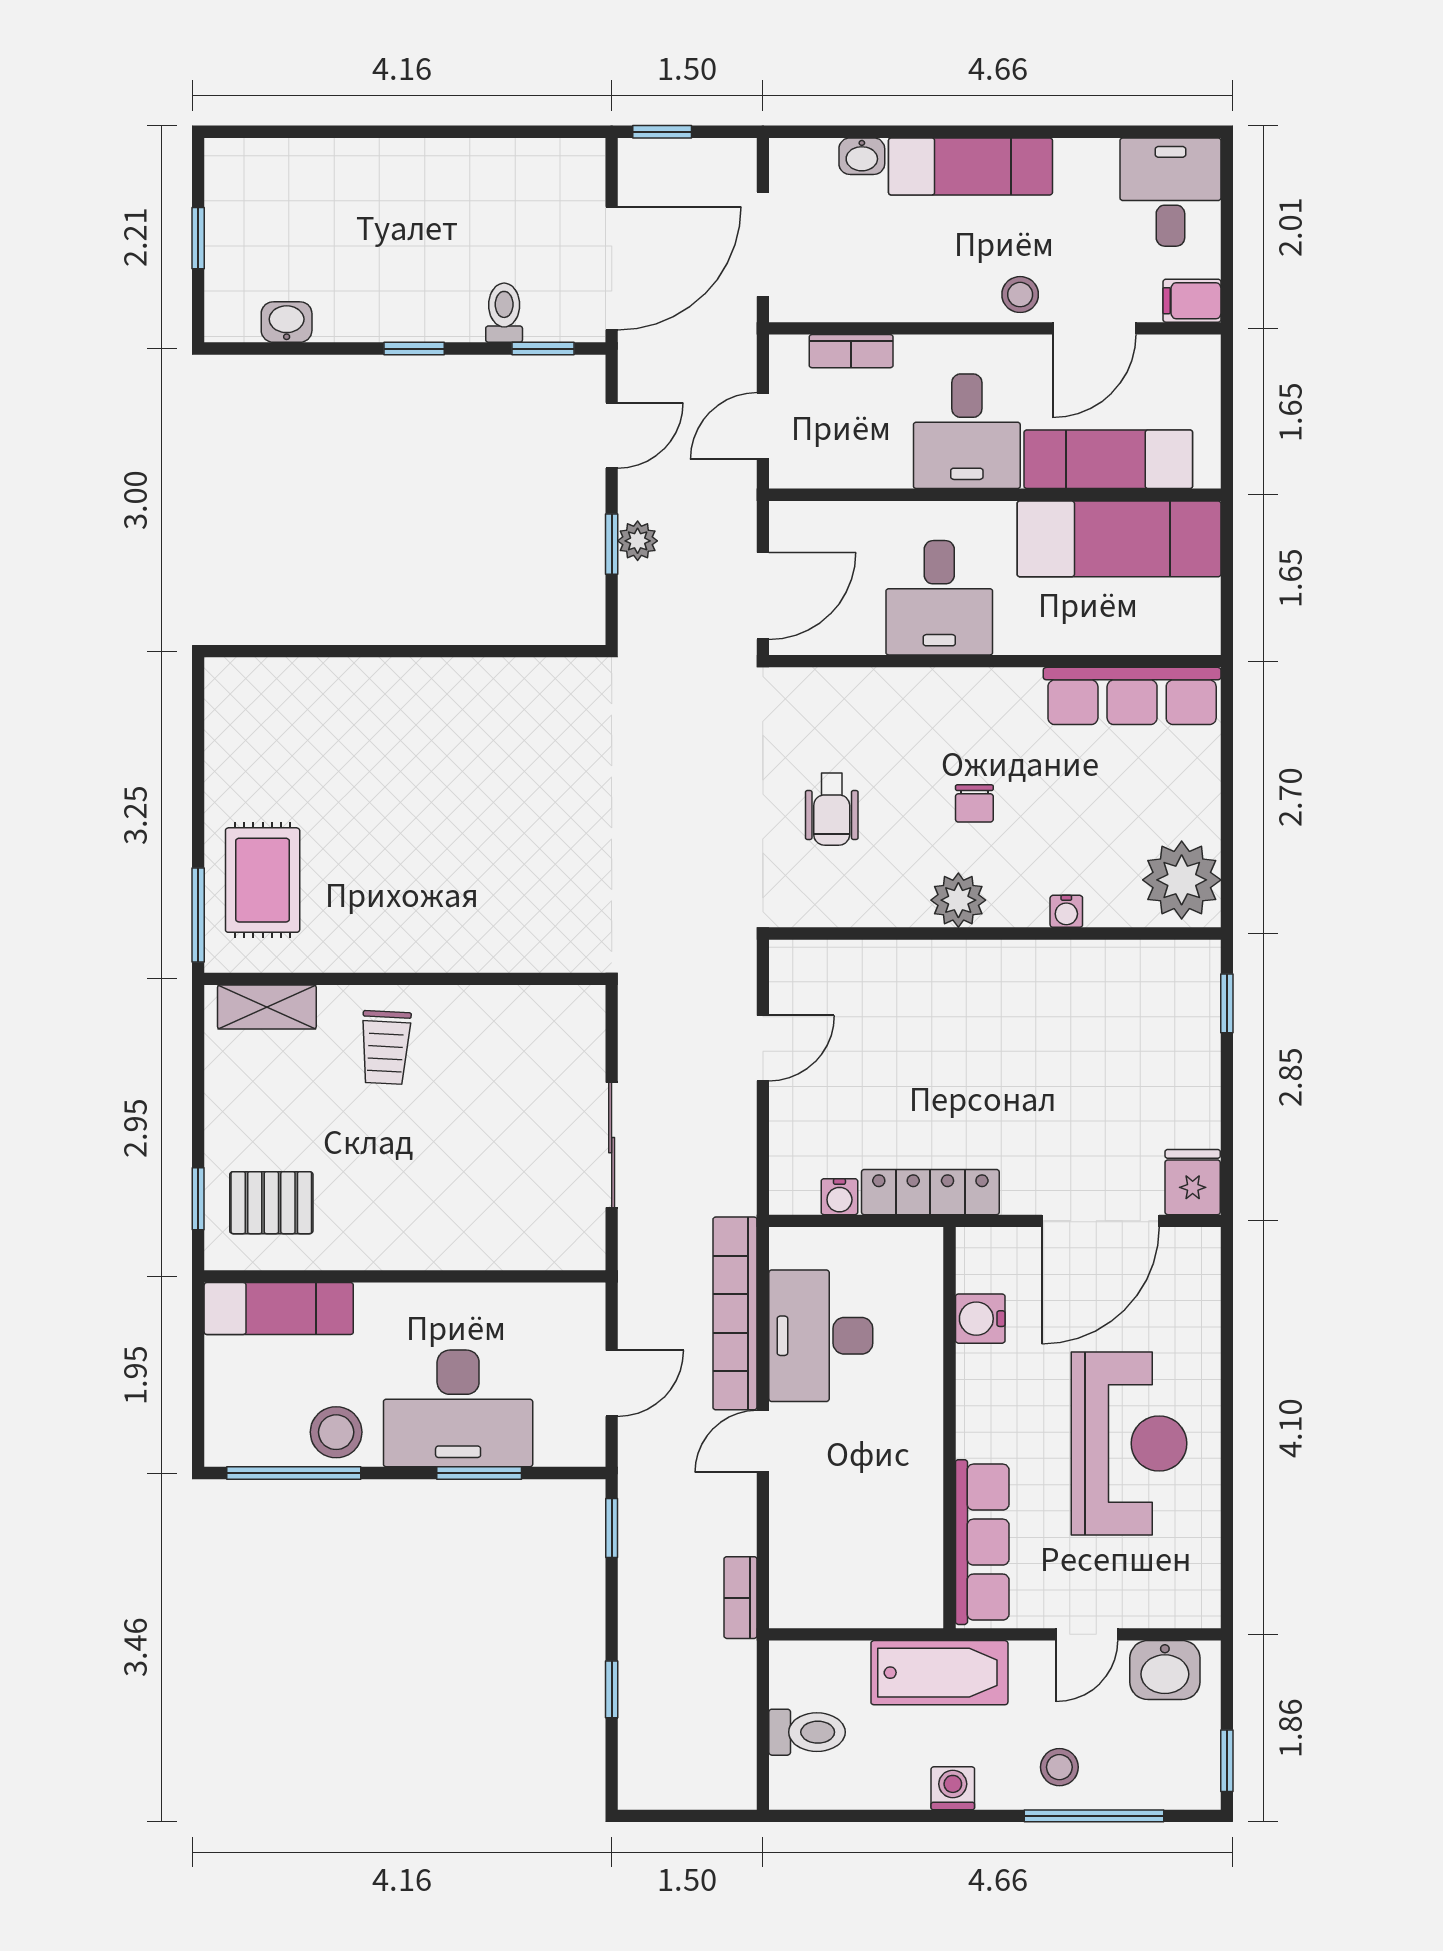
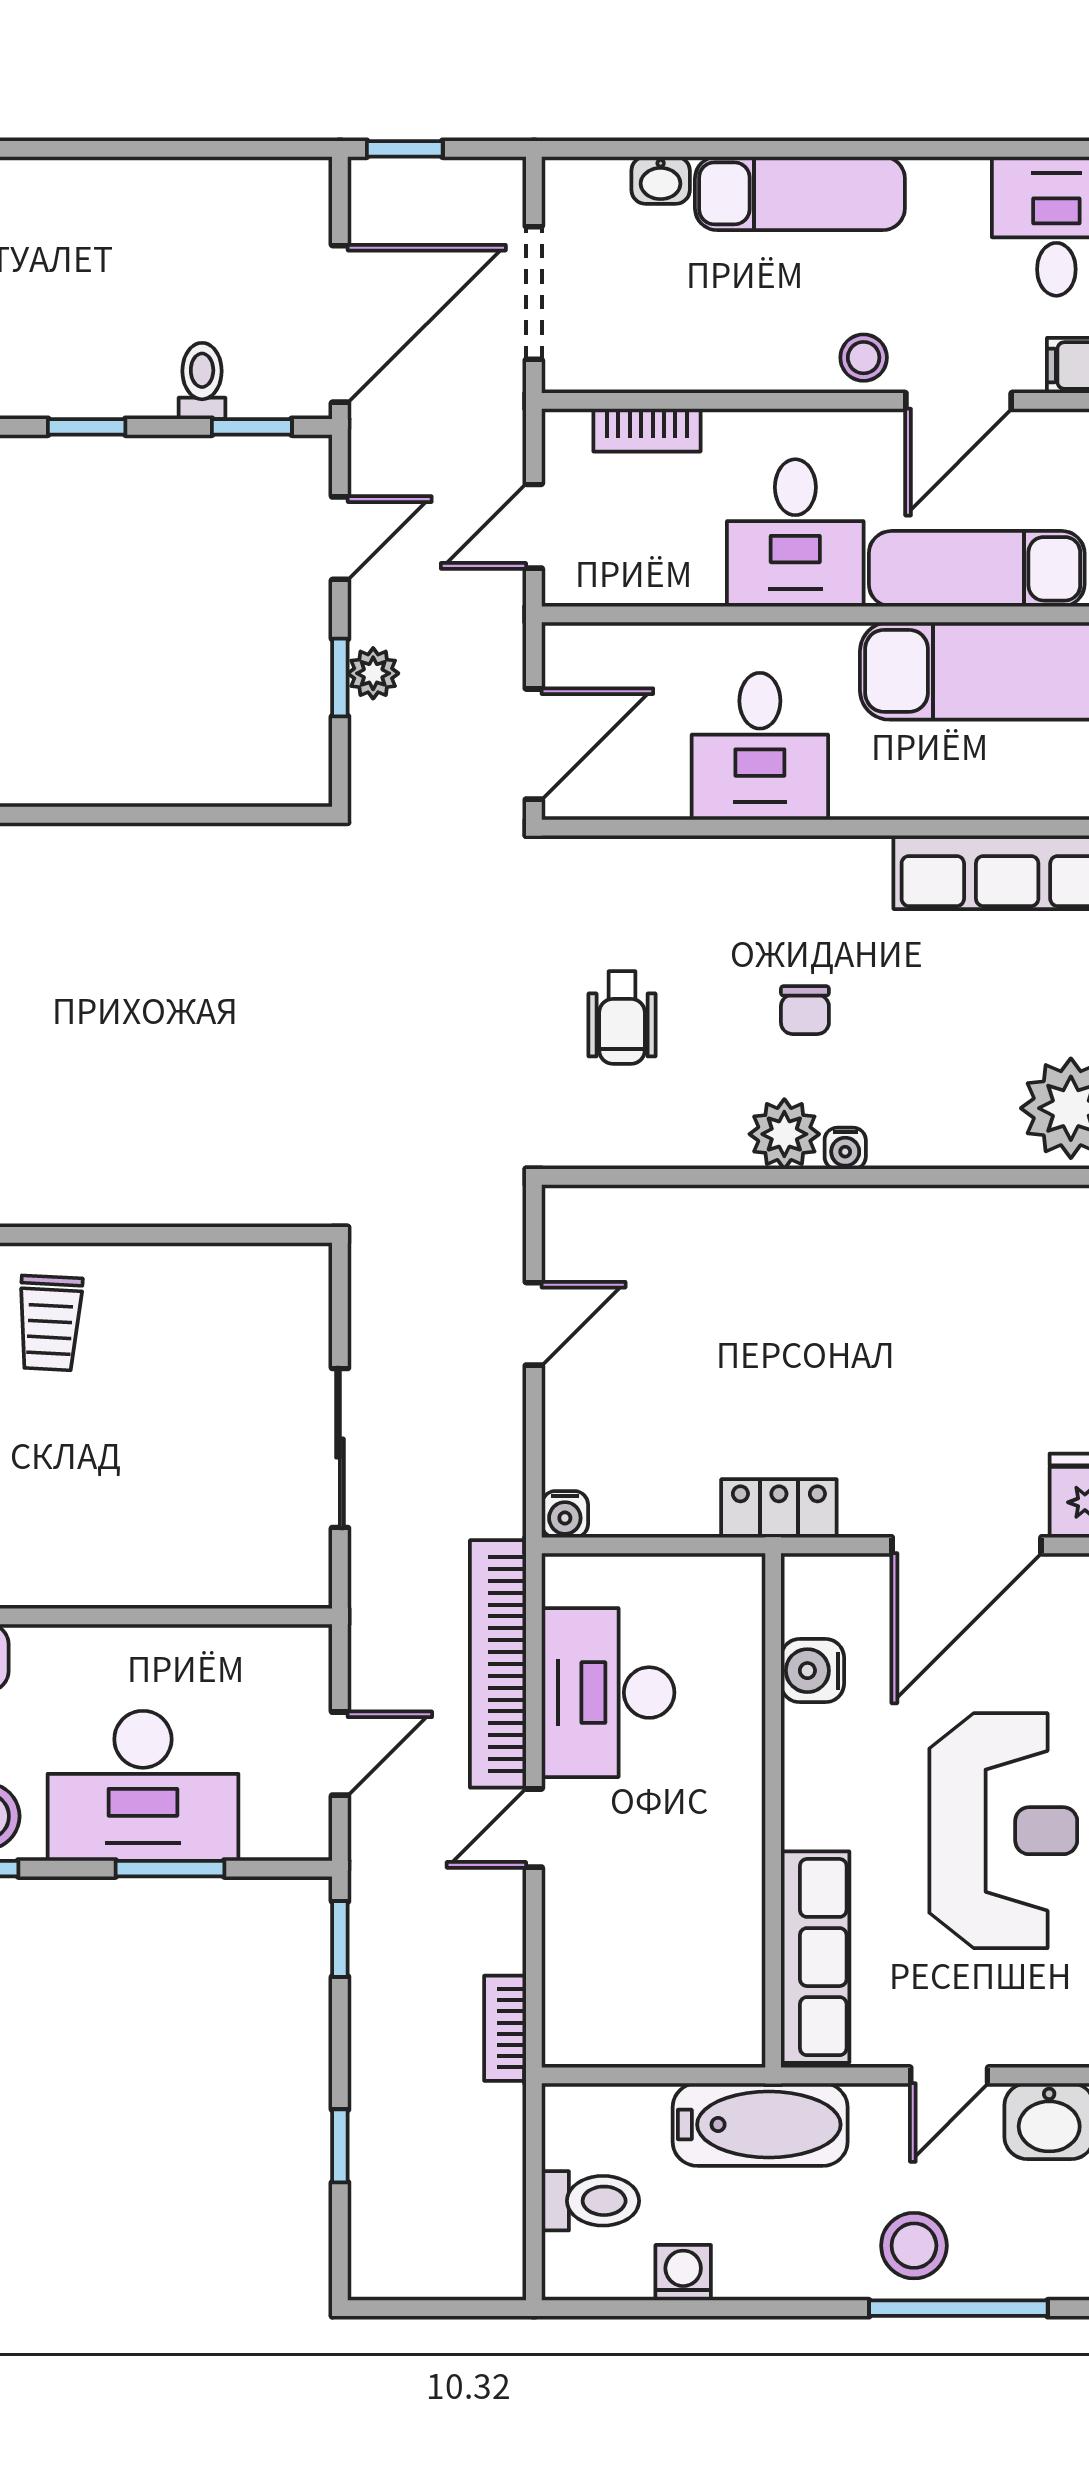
water cooler: (1066, 911) -> (845, 1148), moved
locker: (930, 1192) -> (779, 1508), width x0.66
water cooler: (839, 1197) -> (565, 1514), moved
stool: (1059, 1767) -> (914, 2246), width x1.37, depth x1.37
washing machine: (953, 1788) -> (683, 2273), moved

